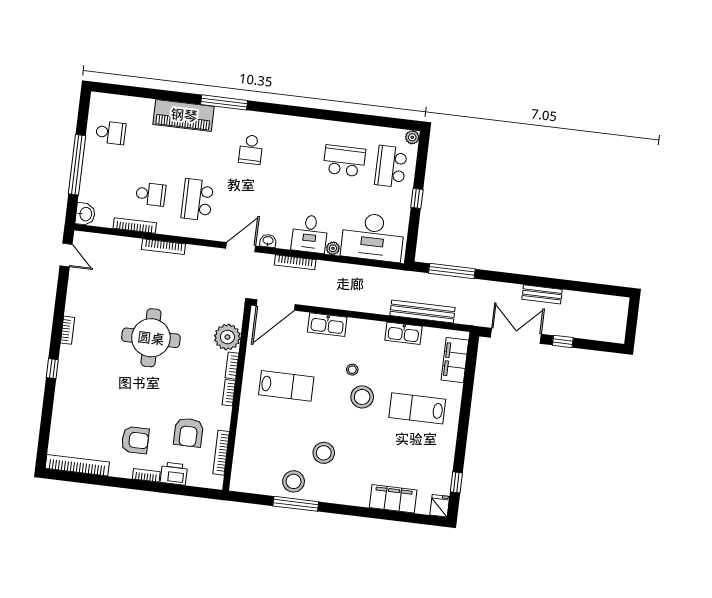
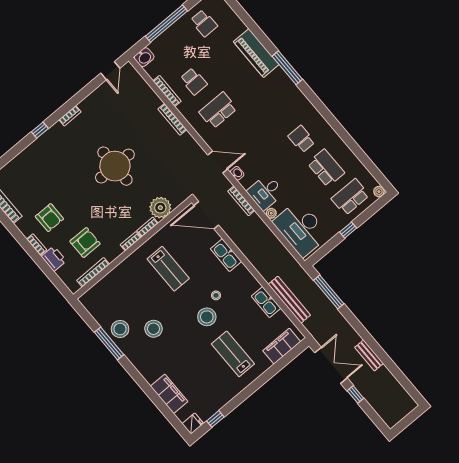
school desk: (251, 150) -> (302, 139), moved, turned 90
armchair: (189, 432) -> (85, 242), turned 180

